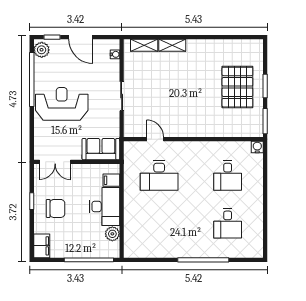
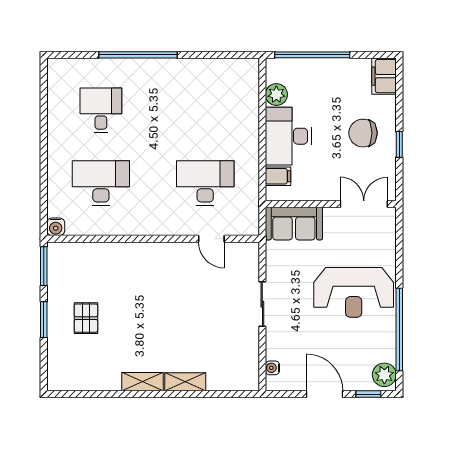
shelving: (144, 45) -> (143, 382), moved
pallet: (237, 87) -> (86, 318), width x0.49, depth x0.50
desk: (228, 176) -> (101, 183), width x1.37

